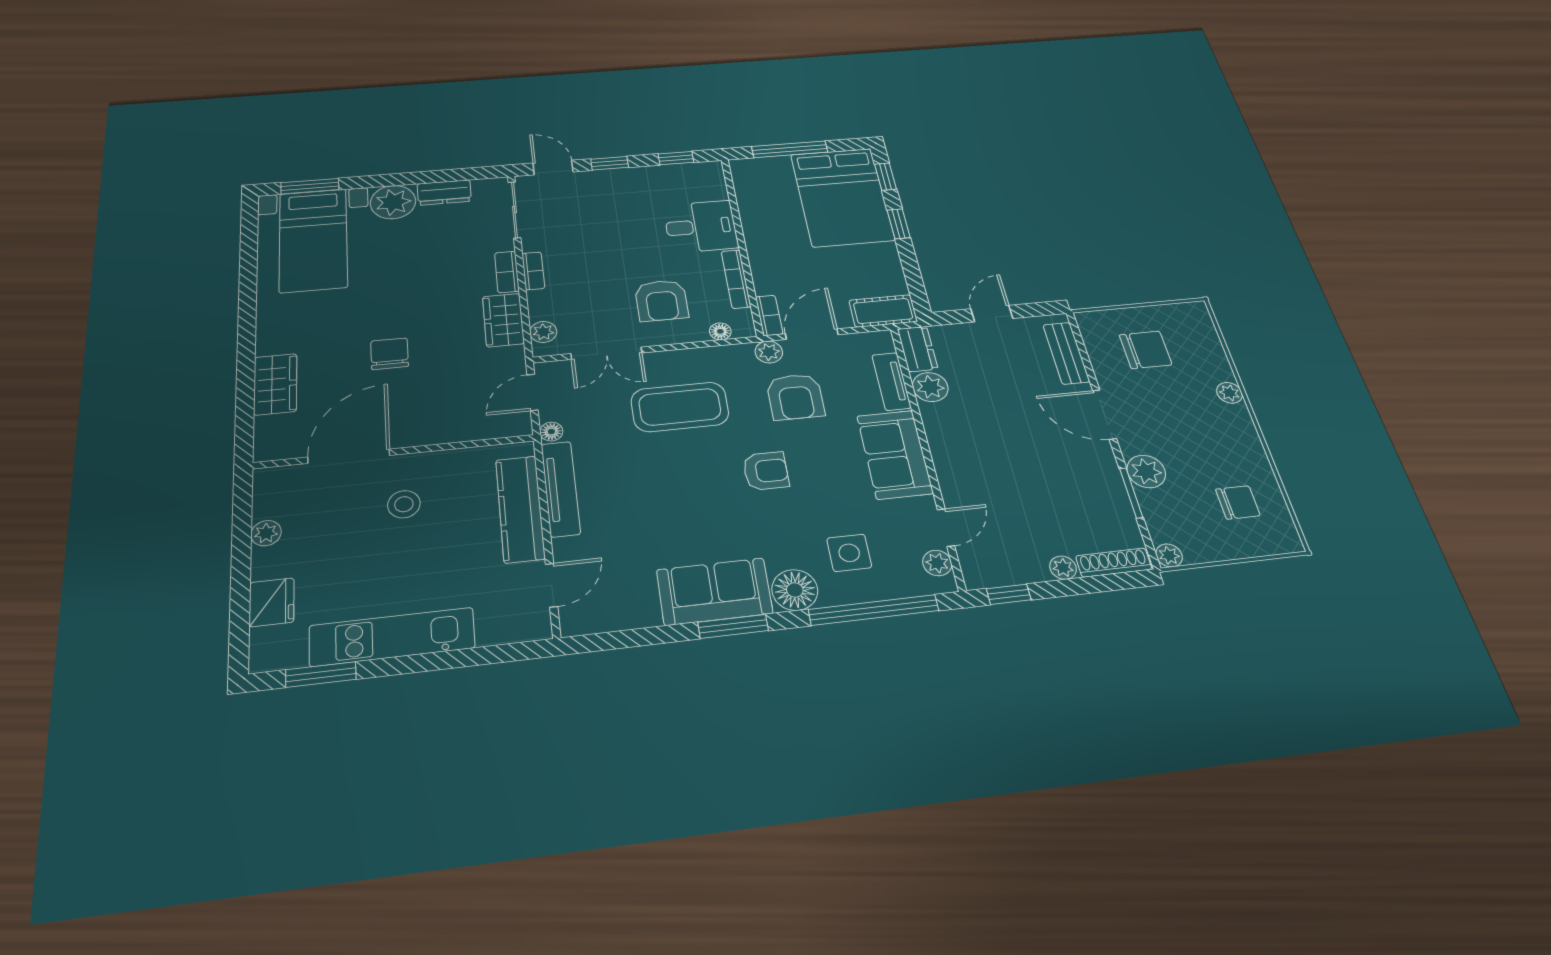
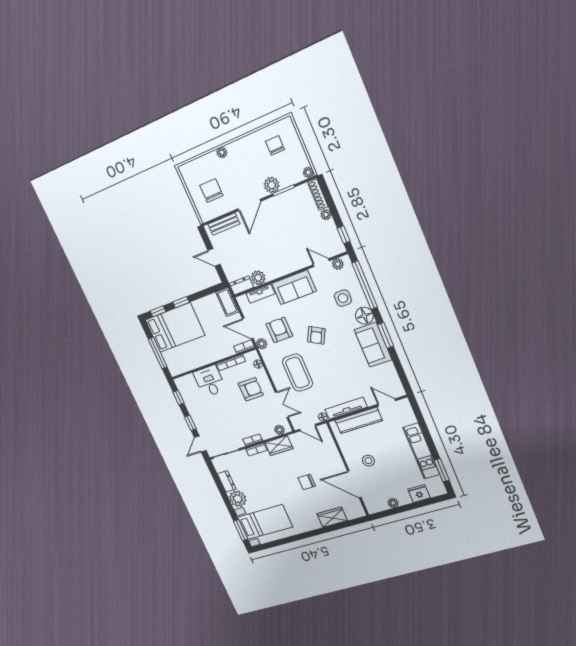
armchair: (795, 397) -> (279, 330), turned -90
armchair: (766, 471) -> (316, 335), turned -152

